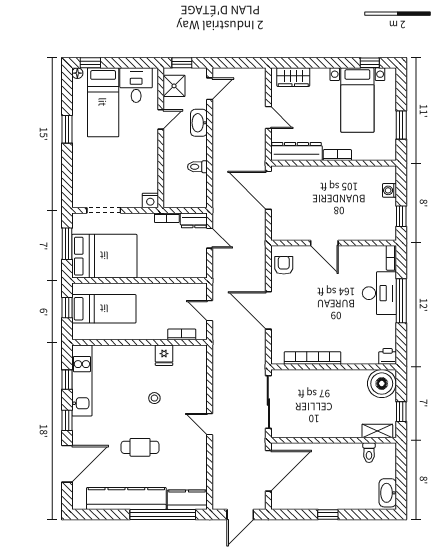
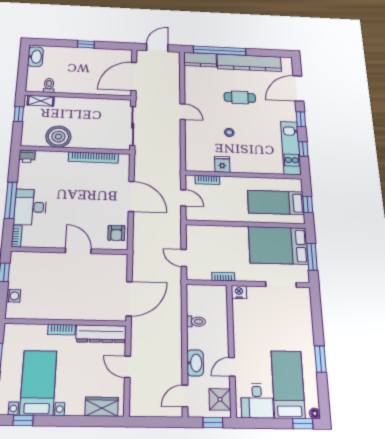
door: (268, 190) -> (129, 299), hinge flipped
dresser: (194, 220) -> (198, 274), removed
boiler: (382, 384) -> (58, 137), moved

